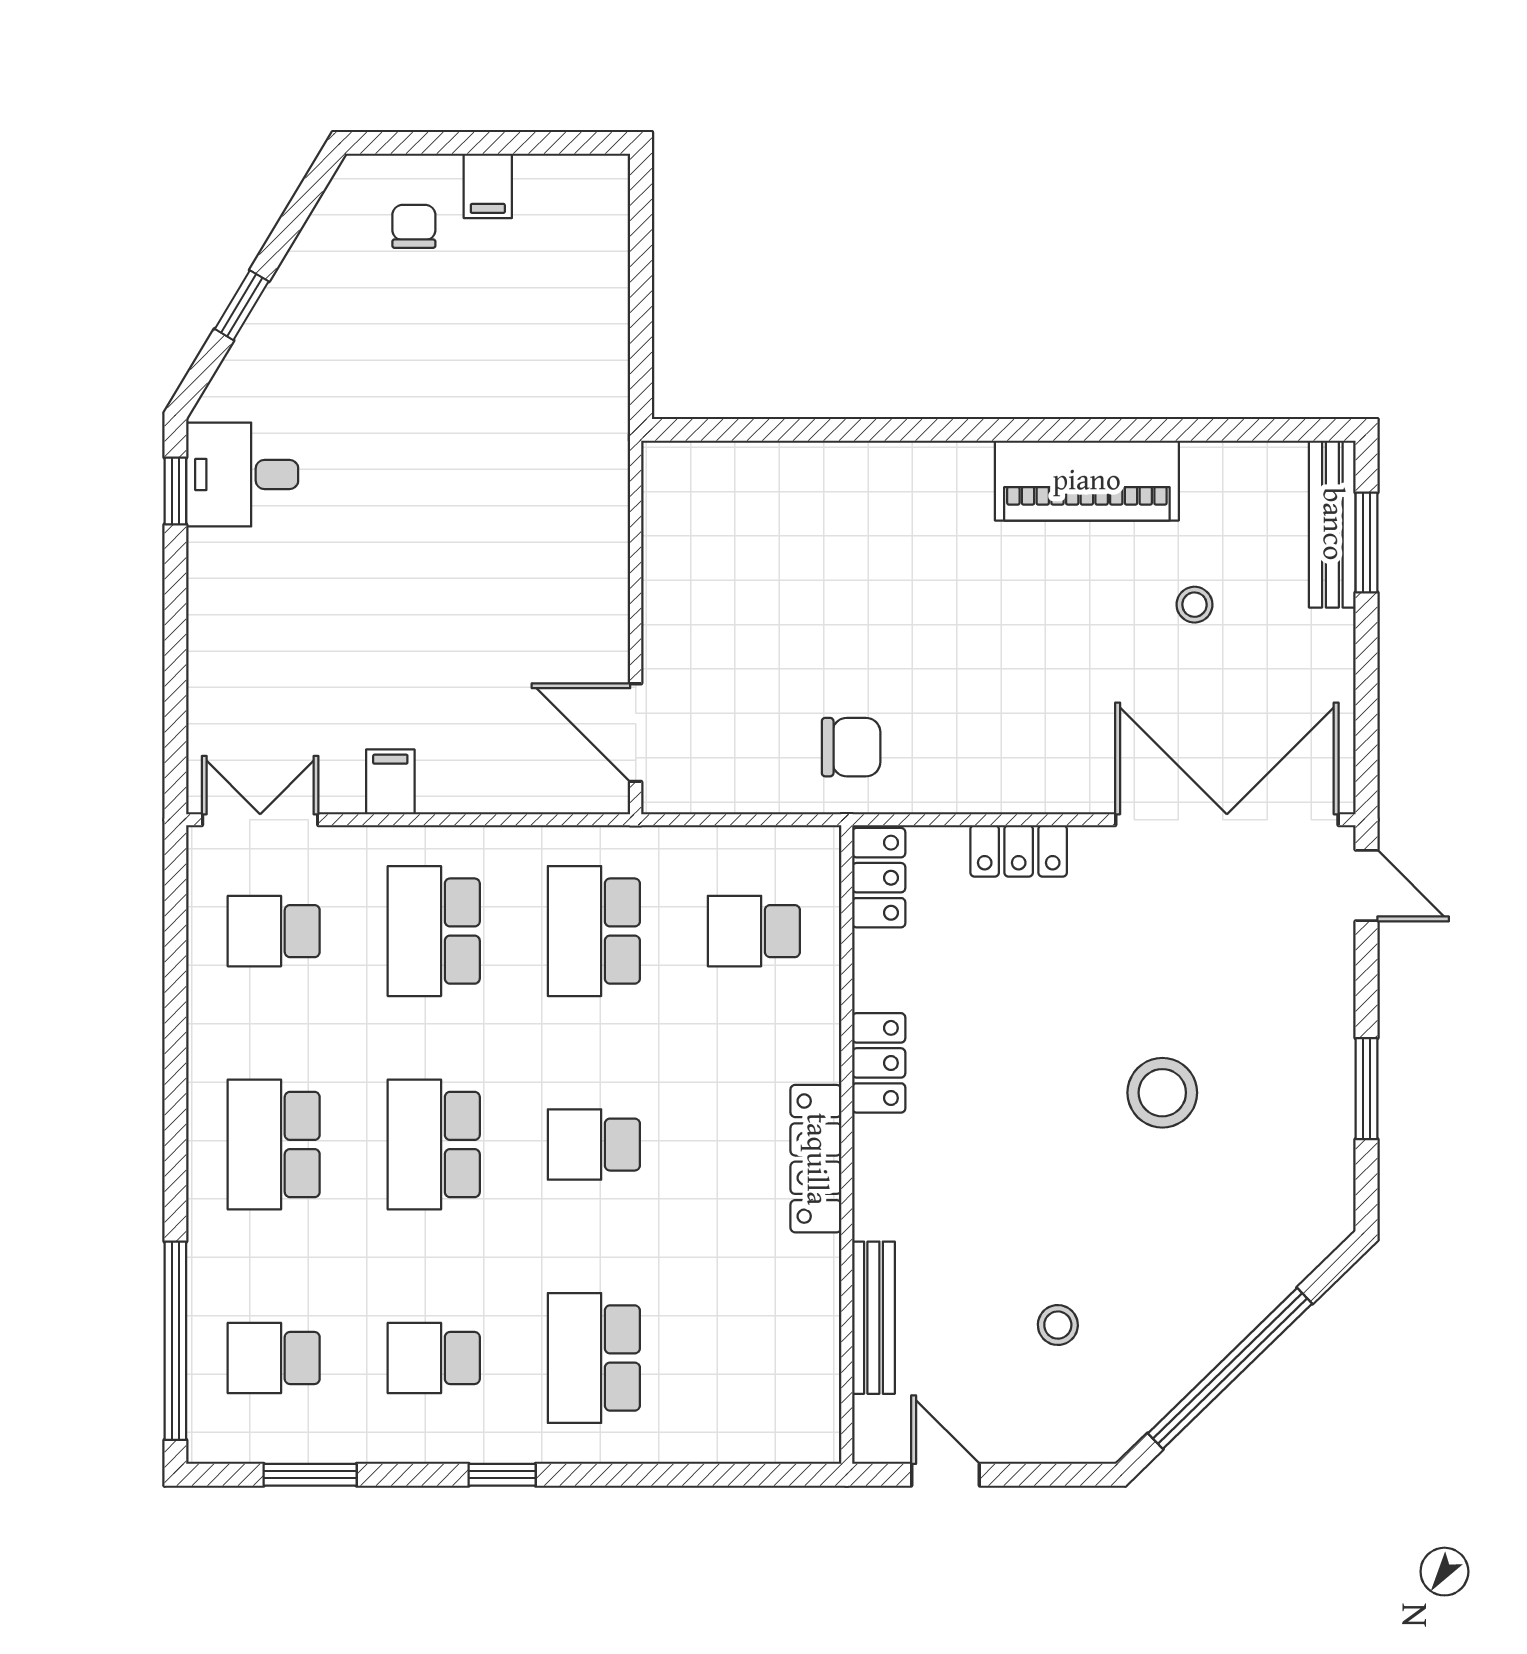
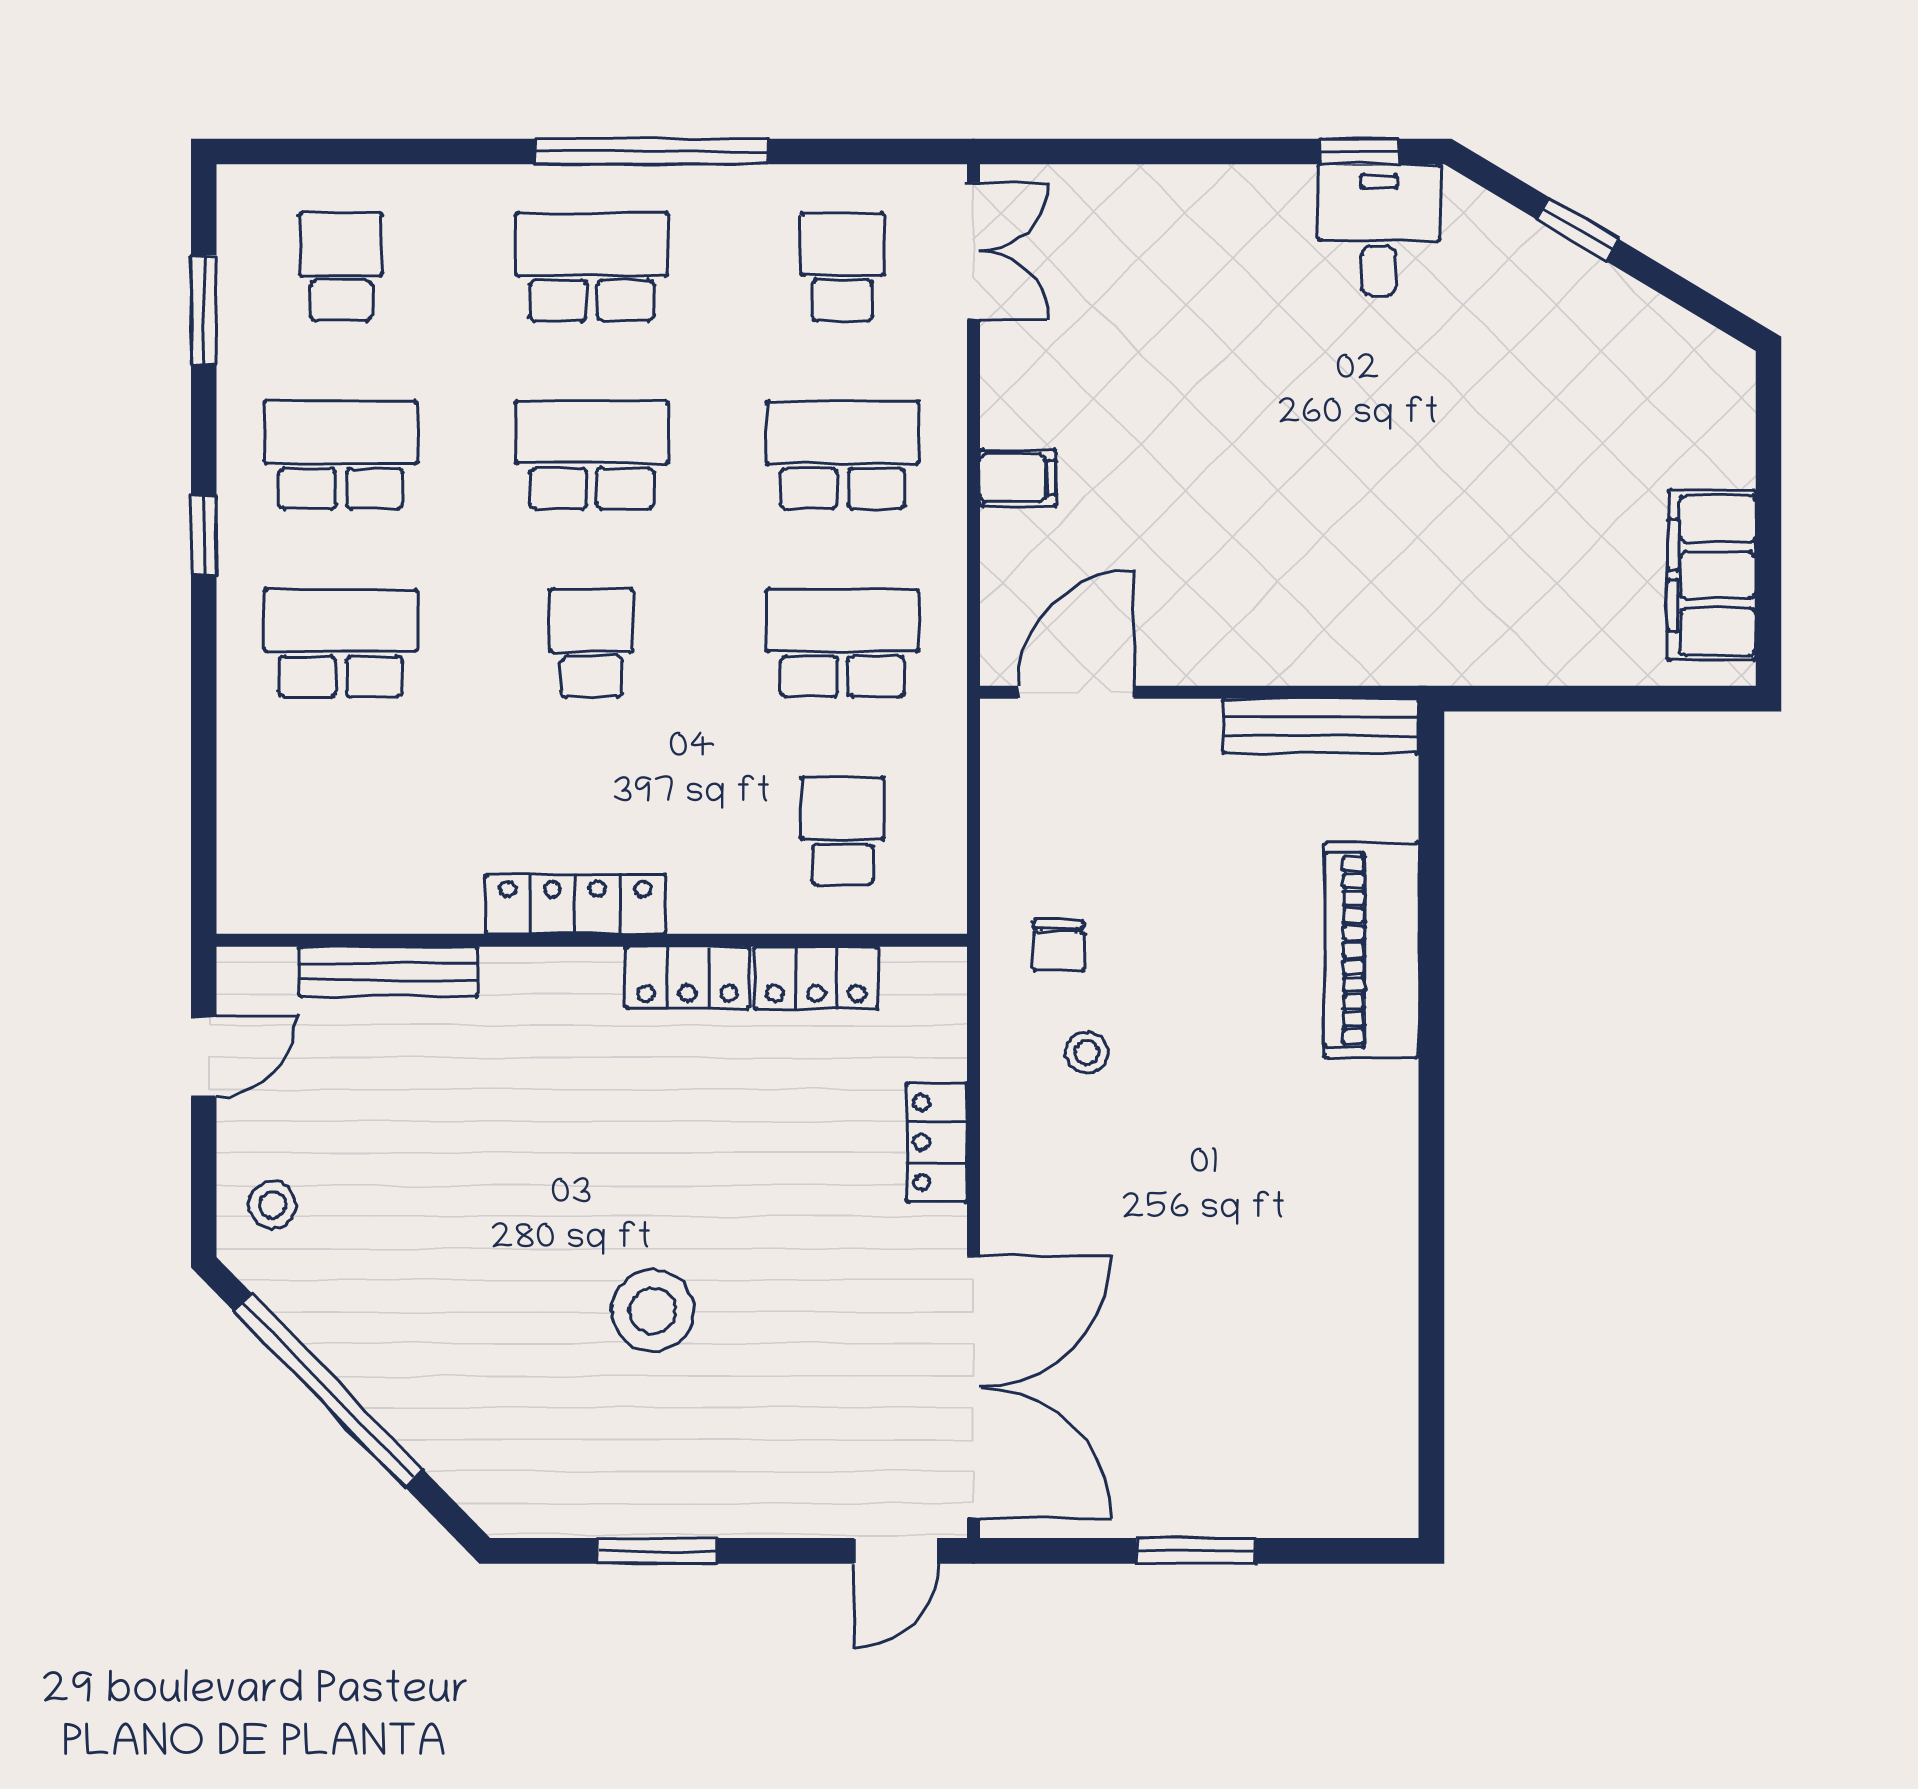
filing cabinet: (488, 186) -> (1712, 575), width x3.00, depth x1.17
chair: (414, 226) -> (1670, 432), removed
piano: (1087, 481) -> (1372, 950), moved
bench: (1332, 524) -> (1321, 726), moved
window: (1367, 542) -> (1195, 1551), moved
stool: (1194, 605) -> (1087, 1053), moved
chair: (851, 747) -> (1059, 945), width x0.73, depth x0.73
filing cabinet: (390, 782) -> (1018, 478), moved
locker: (879, 878) -> (816, 978), moved
stool: (1058, 1325) -> (272, 1205), moved
window: (175, 1341) -> (653, 152), moved
school desk: (434, 1358) -> (341, 455), width x1.85

